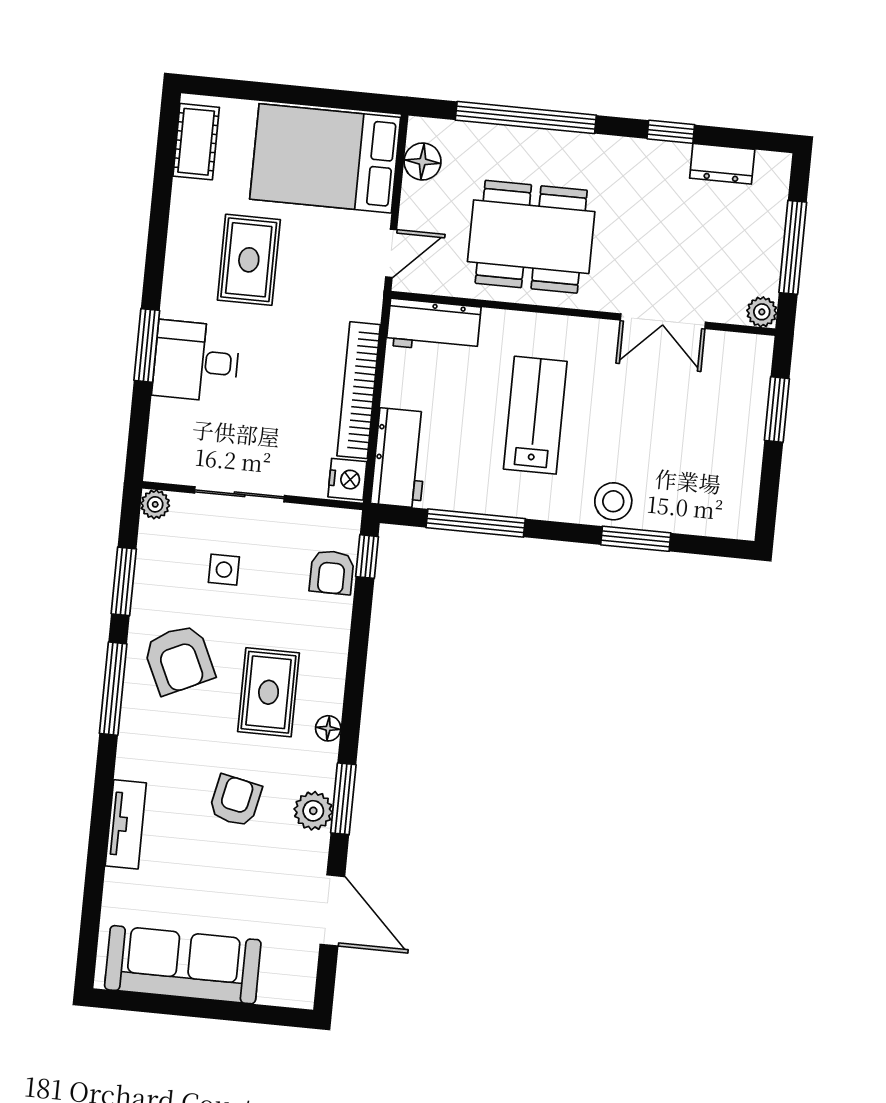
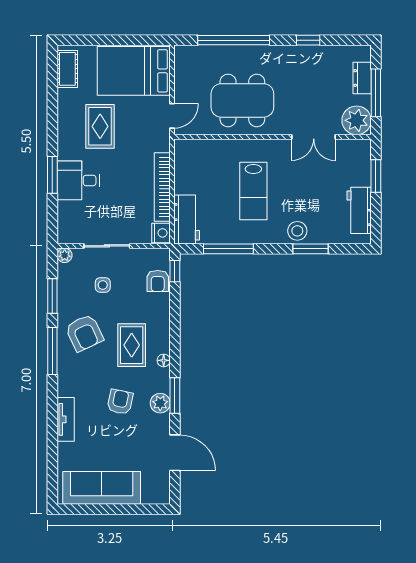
floor lamp: (423, 162) -> (183, 68), removed
dresser: (722, 164) -> (362, 78), moved, turned 90
plant: (762, 312) -> (357, 120), width x1.87, depth x1.87
workbench: (434, 326) -> (359, 210), moved, turned 90
lab bench: (535, 415) -> (253, 191), turned 180

